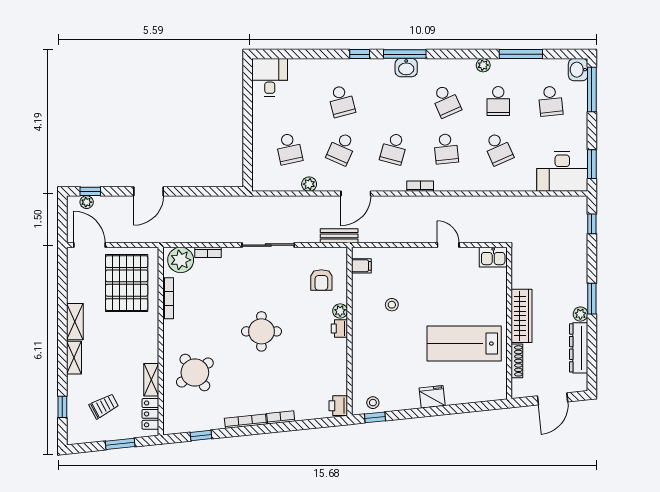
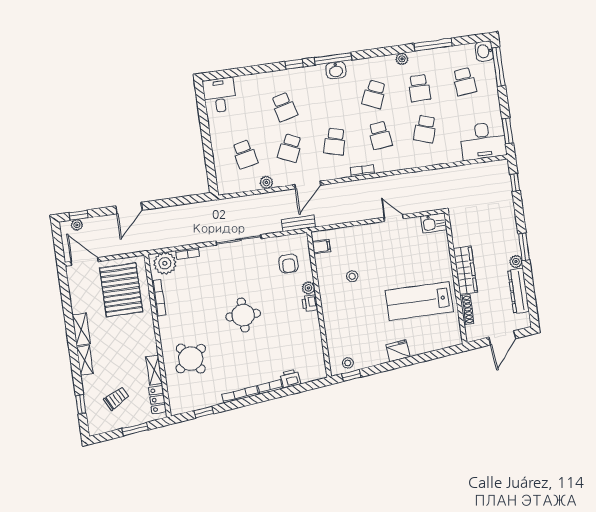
school desk: (446, 101) -> (374, 94), turned 48
school desk: (498, 149) -> (425, 129), turned 42
printer: (338, 406) -> (290, 379), moved, turned 84

